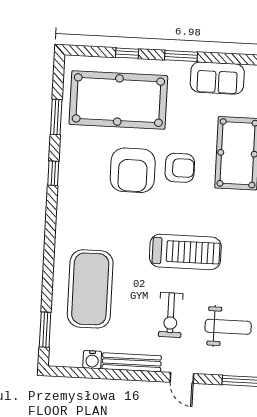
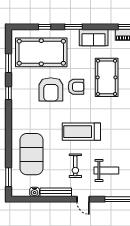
treadmill: (185, 252) -> (81, 132), turned 180

